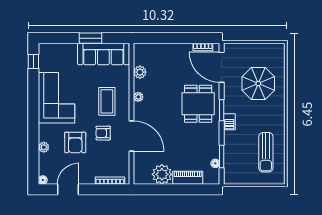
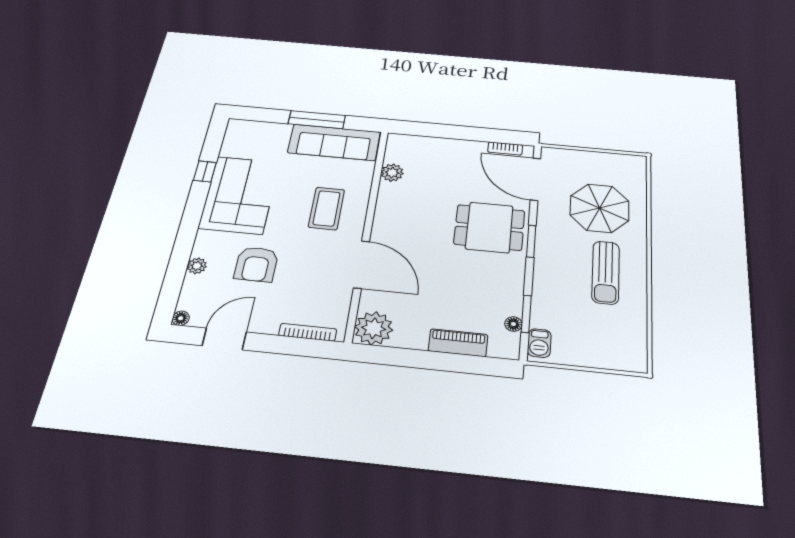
window: (90, 38) -> (317, 120), width x1.44
window: (33, 62) -> (205, 171), moved
plant: (138, 97) -> (384, 207), removed
dining table: (198, 104) -> (489, 227), turned 90
barbecue: (229, 122) -> (539, 343), moved
armchair: (103, 133) -> (311, 255), removed
sun lounger: (266, 152) -> (606, 272), moved
plant: (162, 174) -> (374, 328), moved

